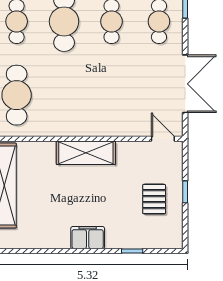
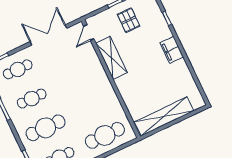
shelving: (86, 153) -> (112, 58), moved
pallet: (154, 199) -> (128, 20), turned 90

